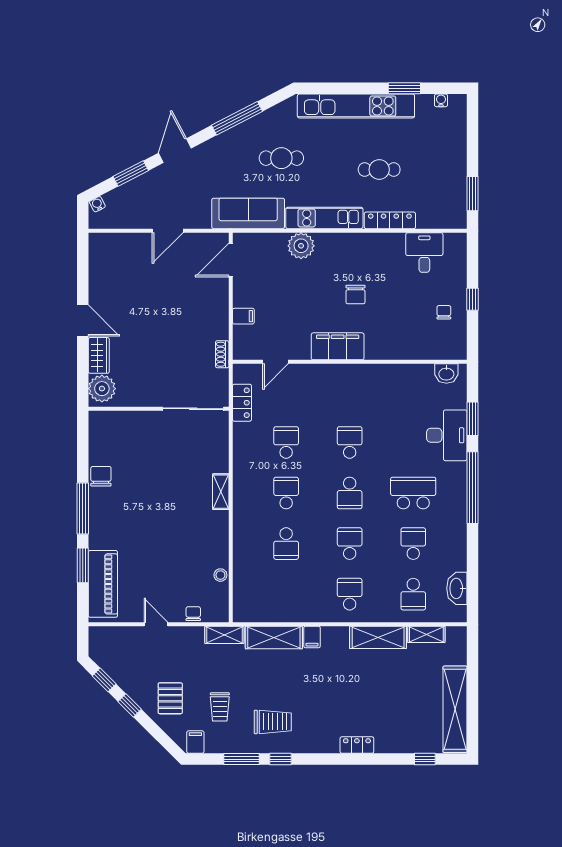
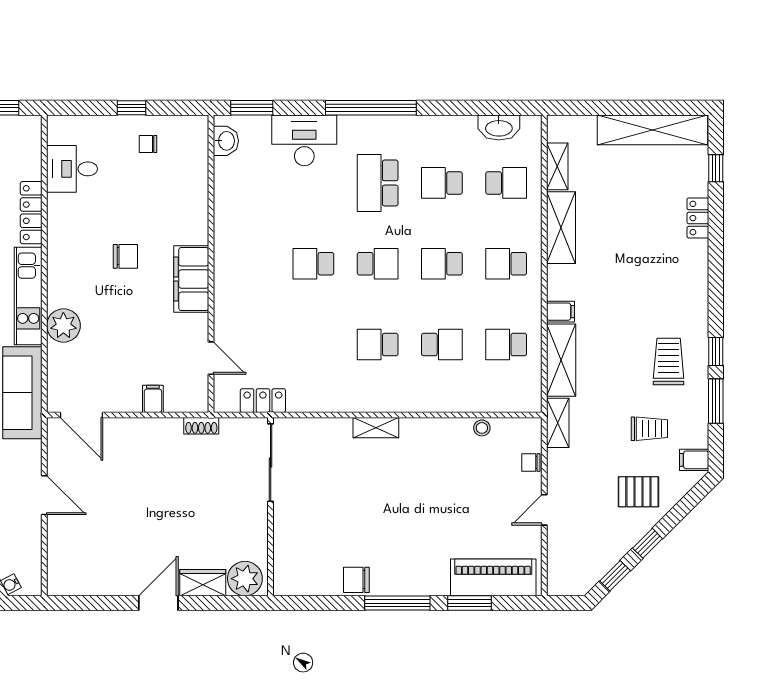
window: (472, 419) -> (252, 108), moved
school desk: (286, 442) -> (506, 345), moved
locker: (357, 745) -> (698, 218), moved

